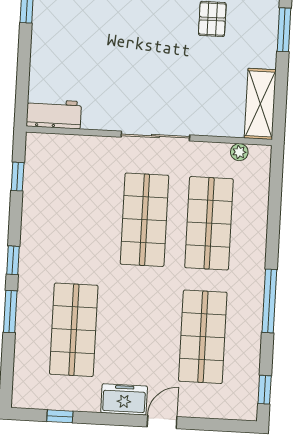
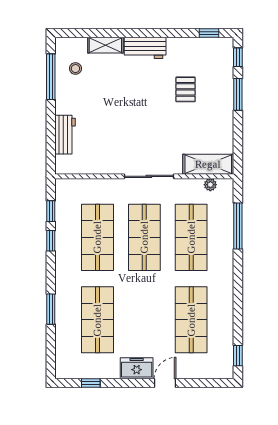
shelving: (260, 104) -> (208, 164), moved, turned 90
workbench: (54, 114) -> (65, 135), moved, turned 90
shop shelf: (80, 216) -> (97, 237), added
window: (13, 260) -> (51, 241), moved
window: (269, 301) -> (238, 226), moved

